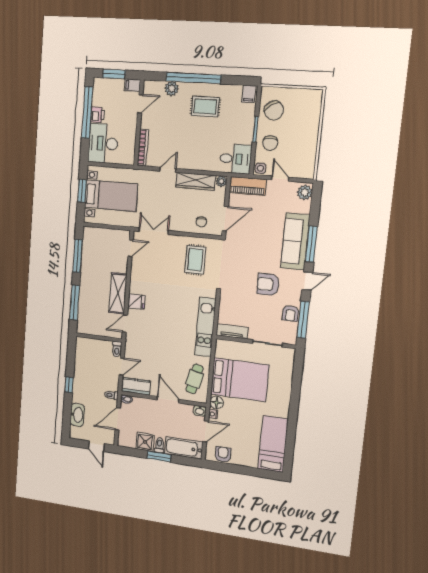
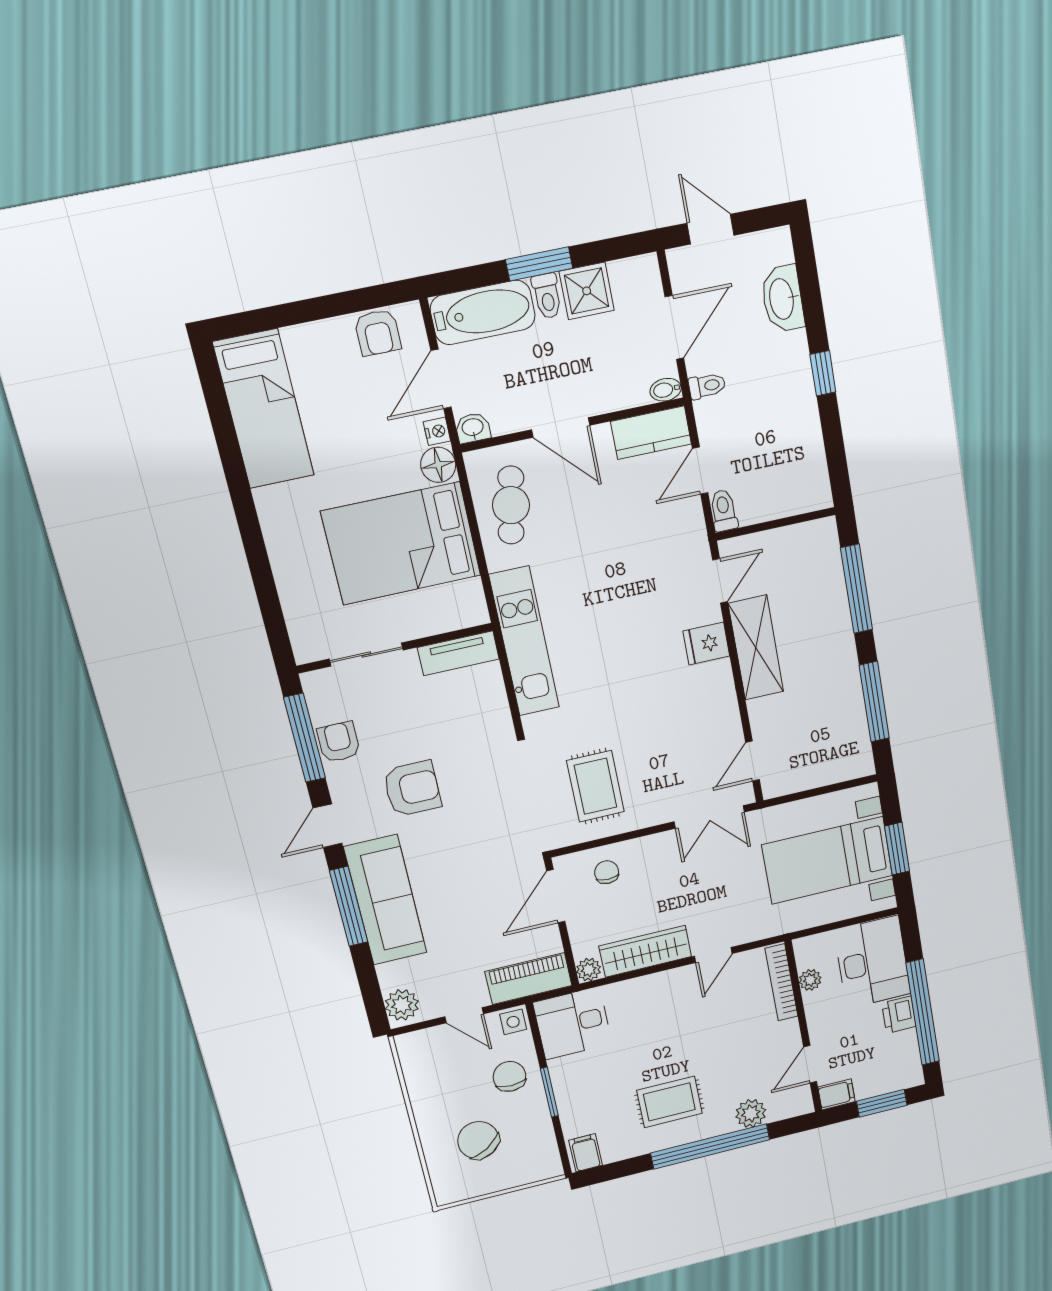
chair: (274, 110) -> (478, 1140), moved
plant: (131, 144) -> (810, 980), added

